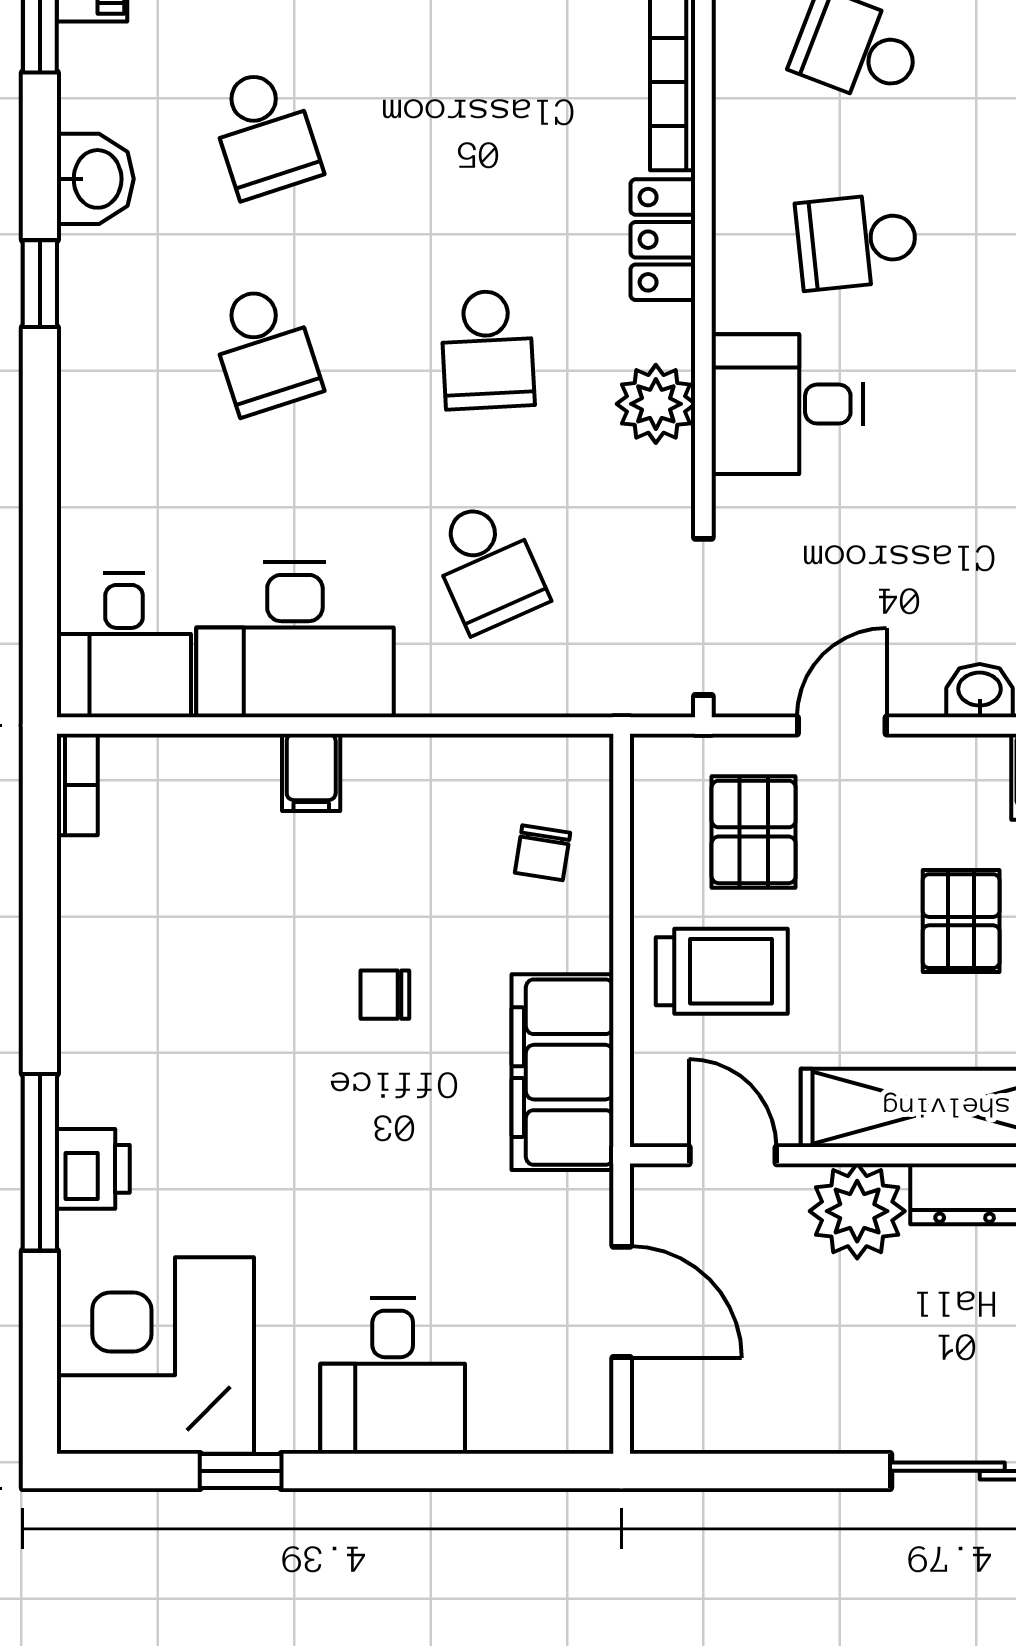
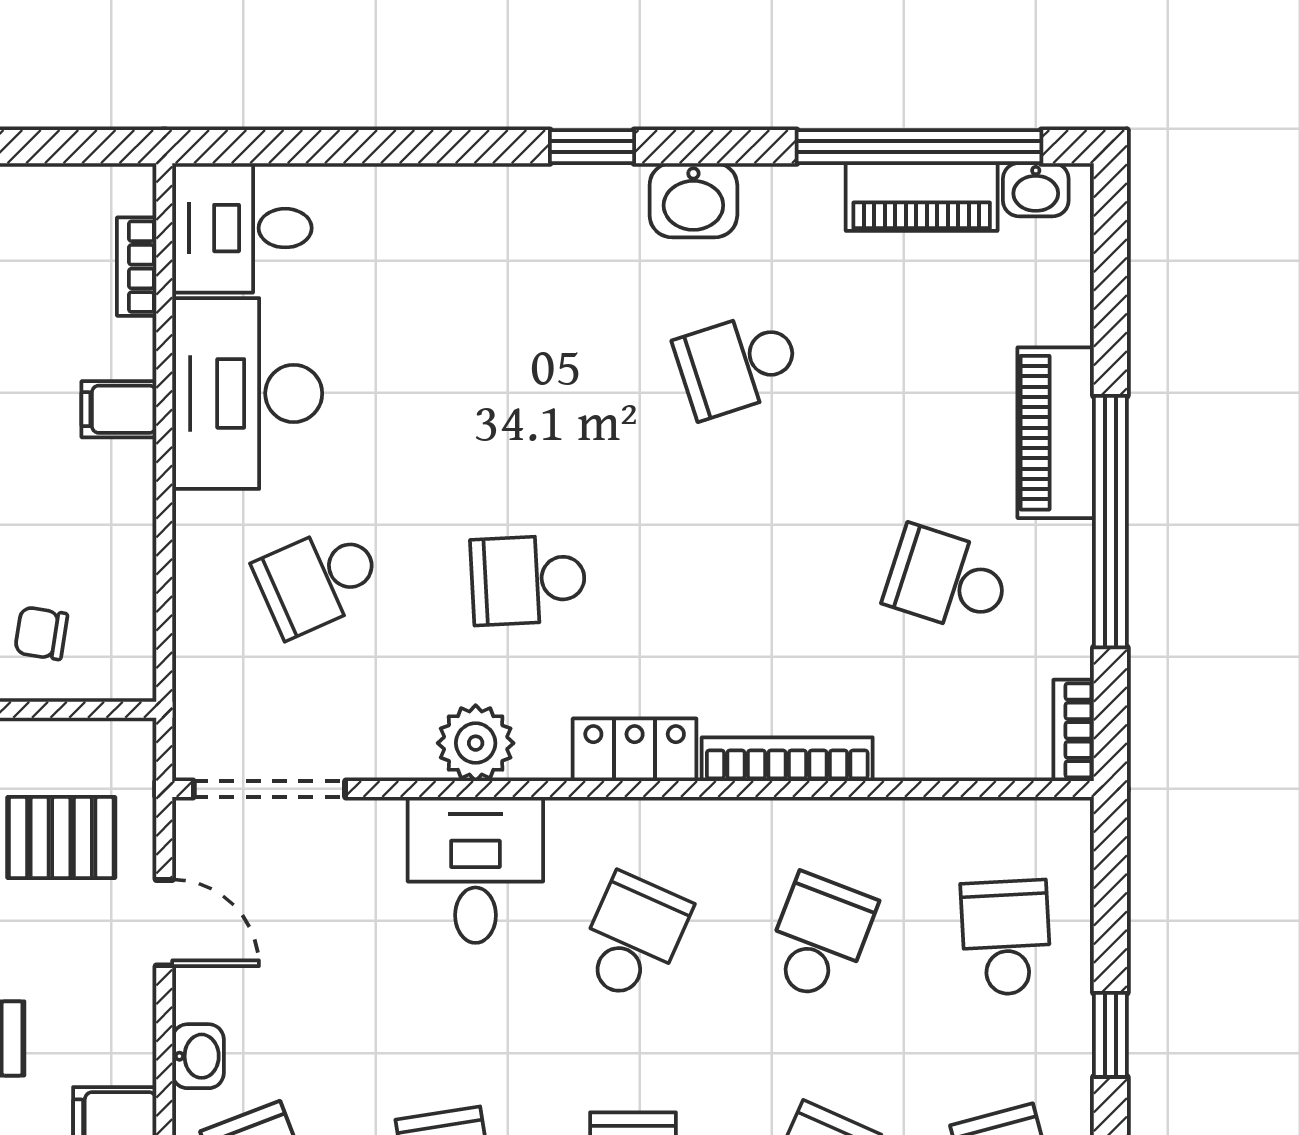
school desk: (857, 241) -> (633, 938), turned 30
school desk: (265, 350) -> (528, 364), removed
bookcase: (77, 785) -> (137, 267), moved, turned 90

